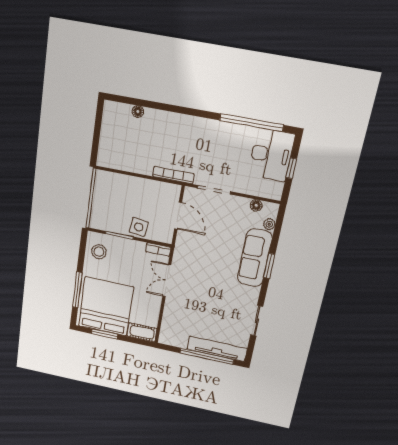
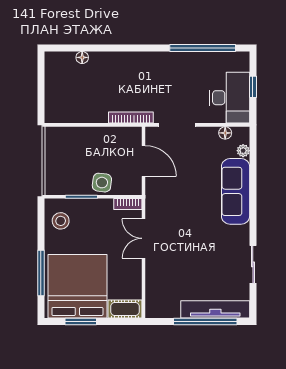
desk: (271, 155) -> (230, 98), moved
window: (269, 266) -> (253, 197), removed

